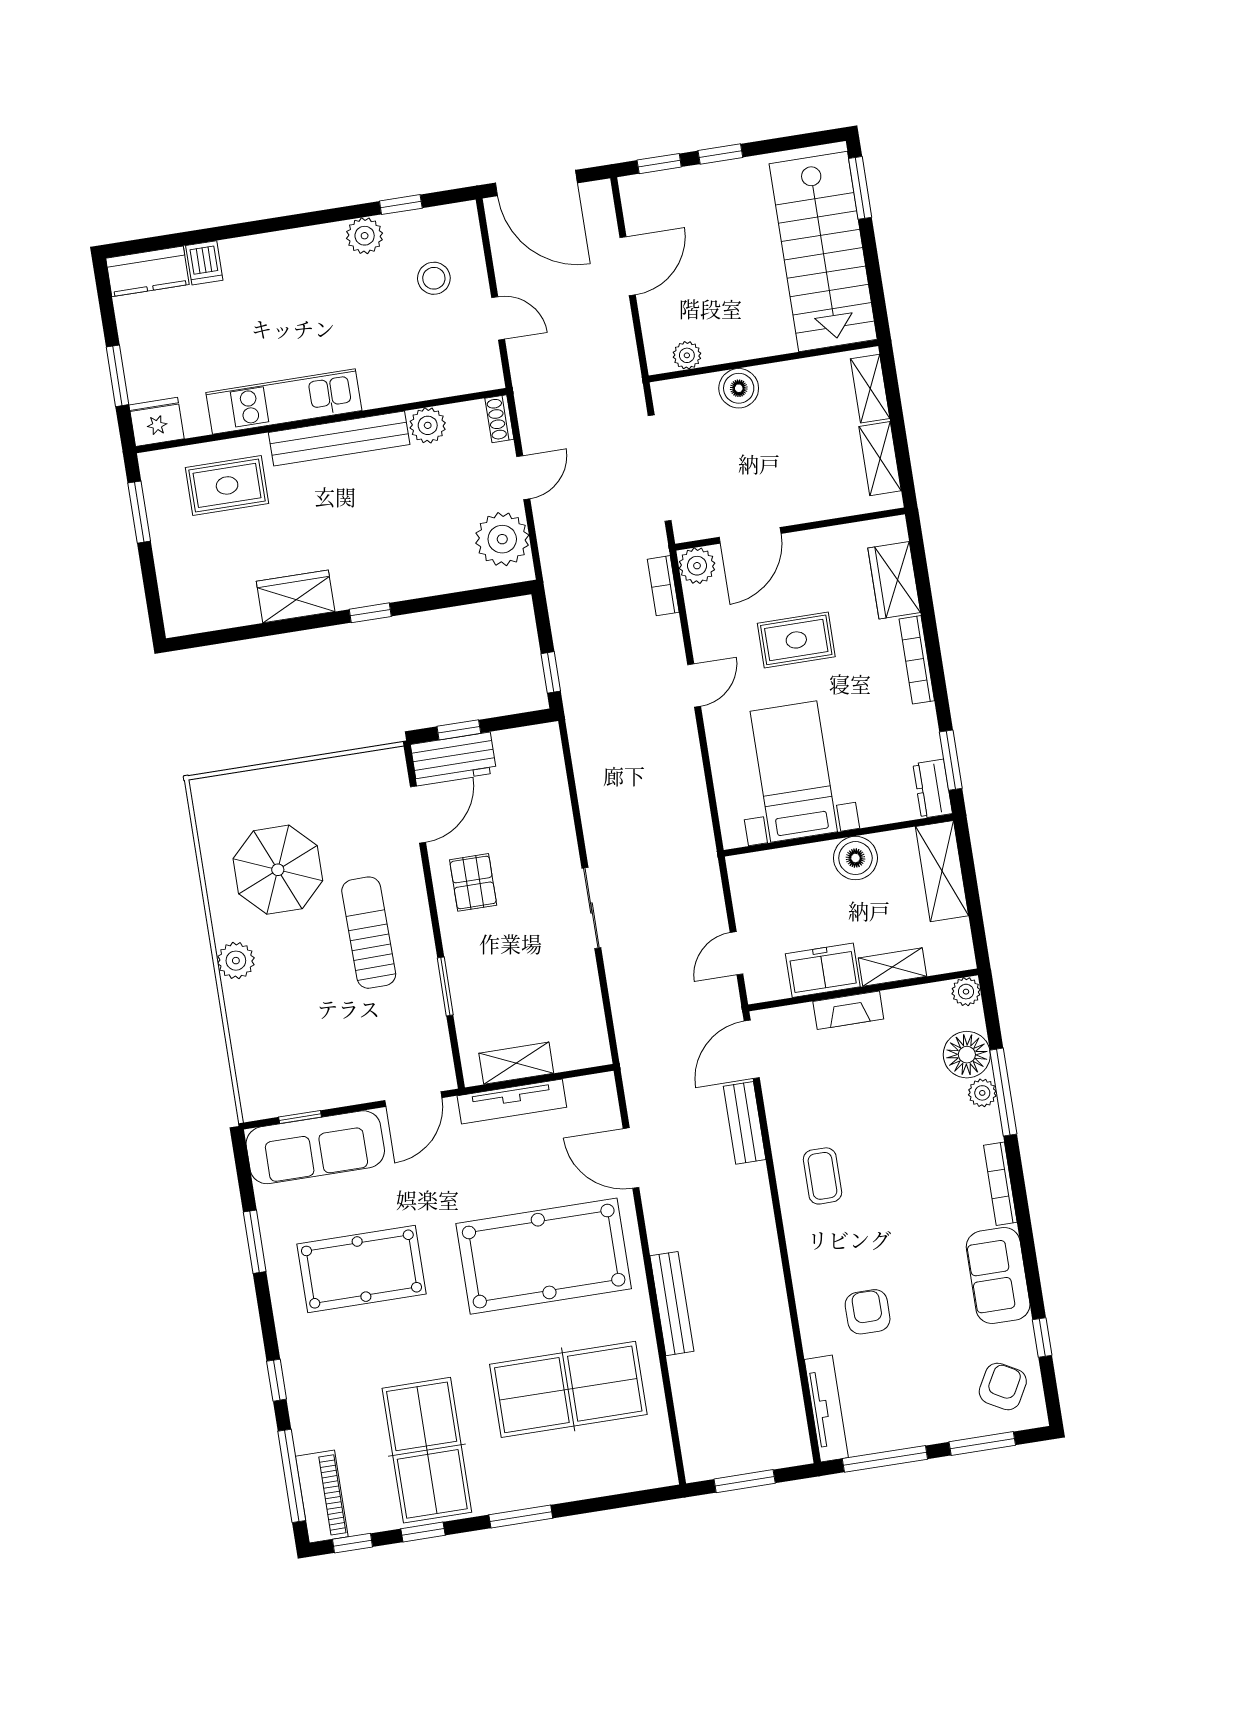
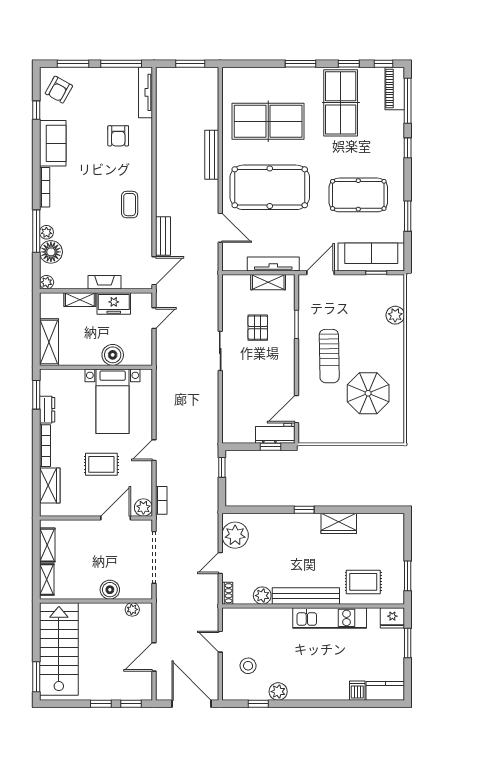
dresser: (933, 789) -> (47, 410), moved
boiler: (855, 858) -> (113, 355), moved
pallet: (473, 882) -> (258, 328), moved
plant: (236, 961) -> (395, 315), moved

